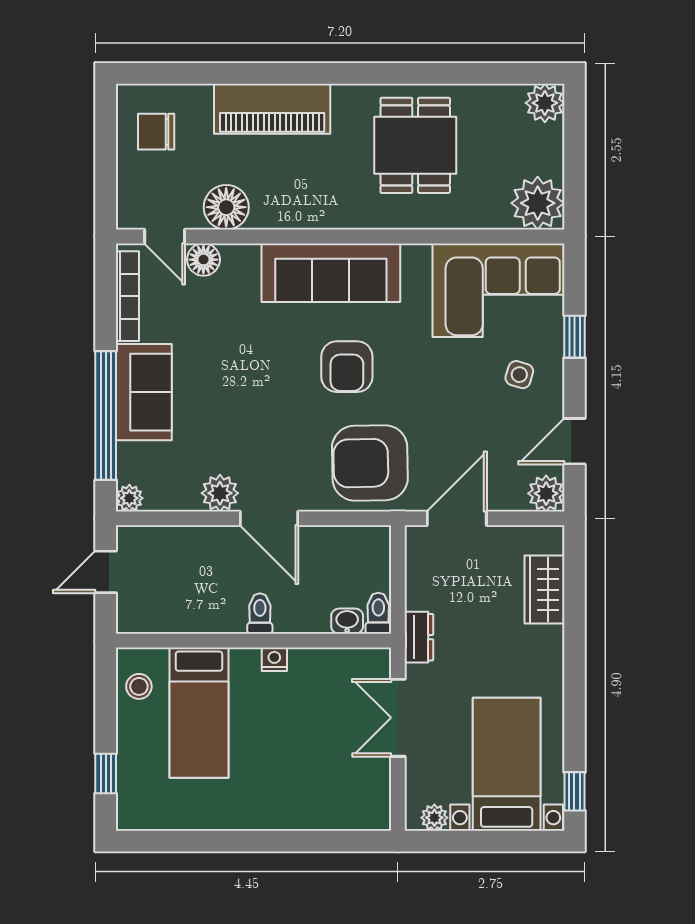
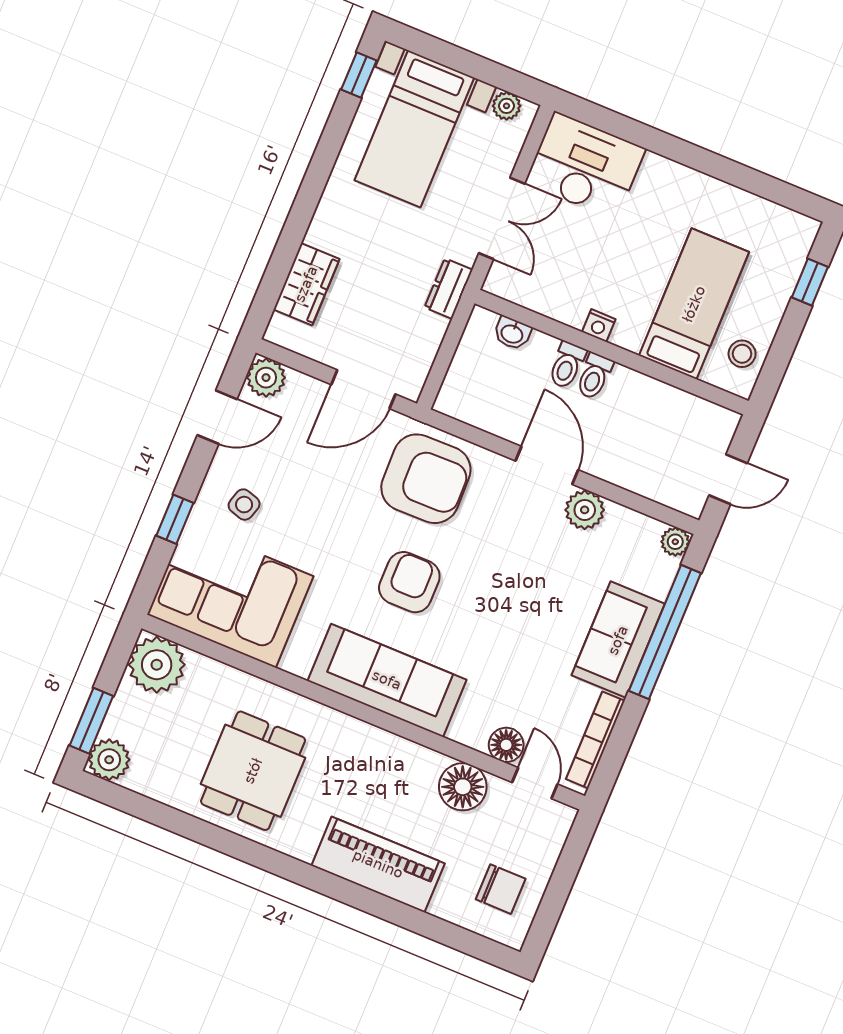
window: (574, 131) -> (91, 721), added
toilet: (378, 613) -> (567, 365), moved
desk: (344, 794) -> (585, 166), added

